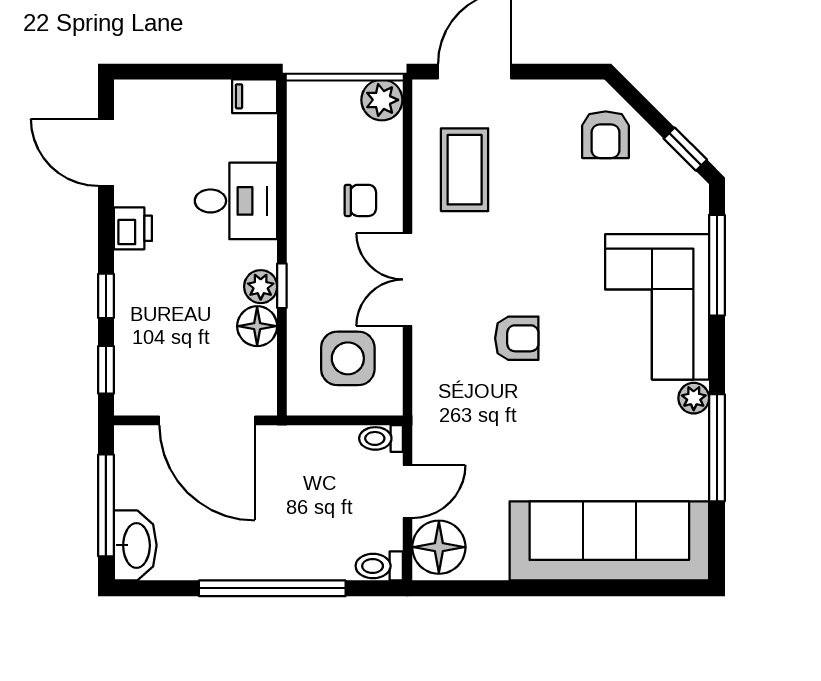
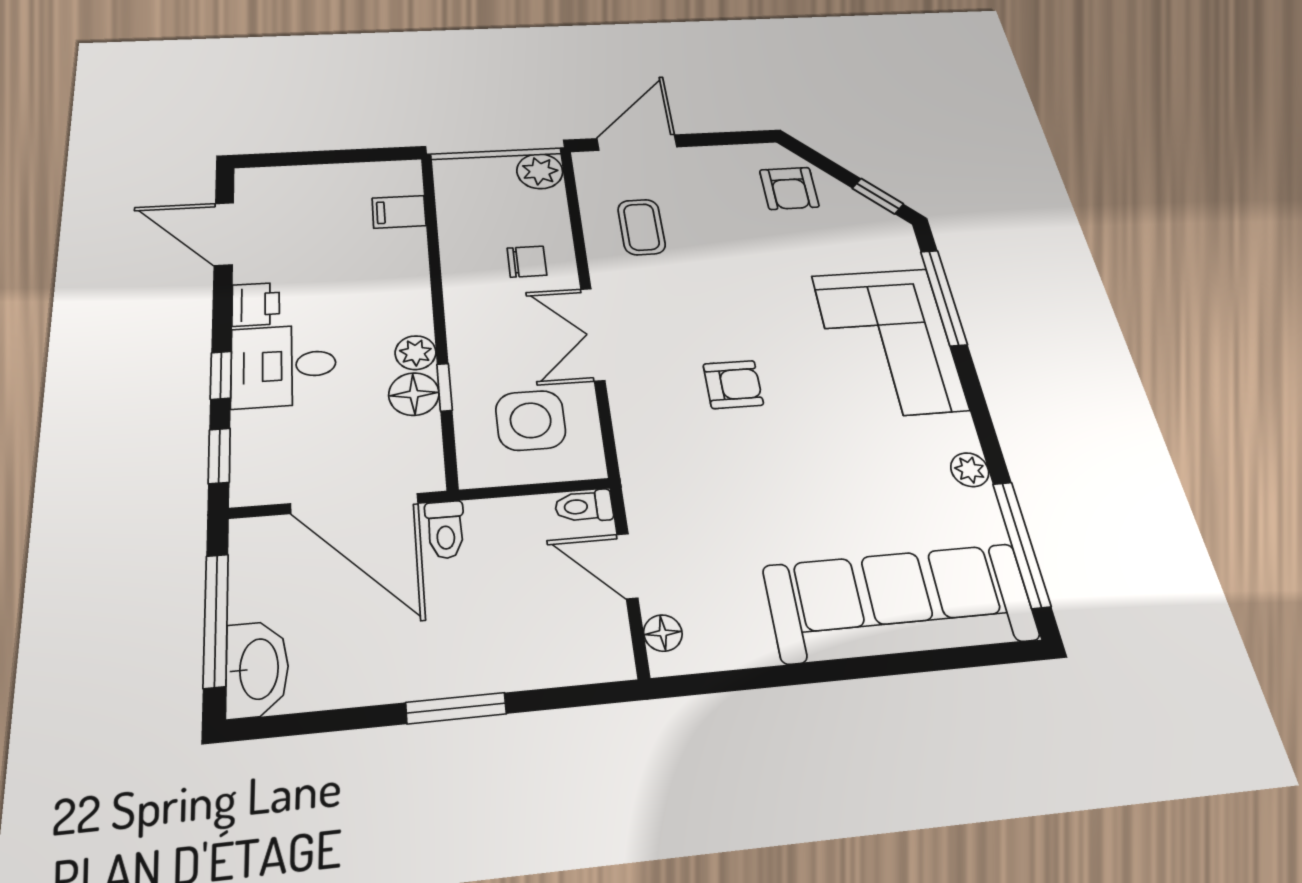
filing cabinet: (255, 96) -> (399, 212), moved
coffee table: (465, 170) -> (641, 227), width x0.73, depth x0.77
desk: (236, 201) -> (284, 366), moved, turned 180
window: (282, 286) -> (444, 387), moved
plant: (694, 398) -> (970, 470), moved
window: (717, 448) -> (1021, 544), moved
door: (408, 491) -> (627, 566), swing flipped
floor lamp: (439, 547) -> (663, 633), width x0.53, depth x0.53
toilet: (379, 566) -> (445, 530), moved, turned -90
window: (272, 588) -> (456, 708), width x0.47

